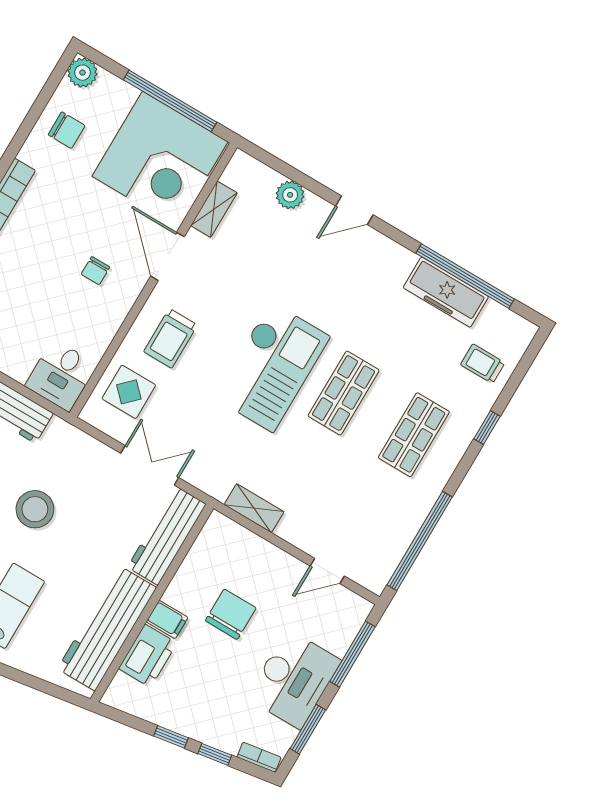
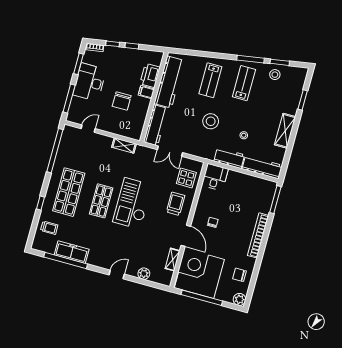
shop shelf: (414, 435) -> (69, 192), width x1.43, depth x1.36

